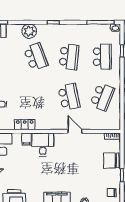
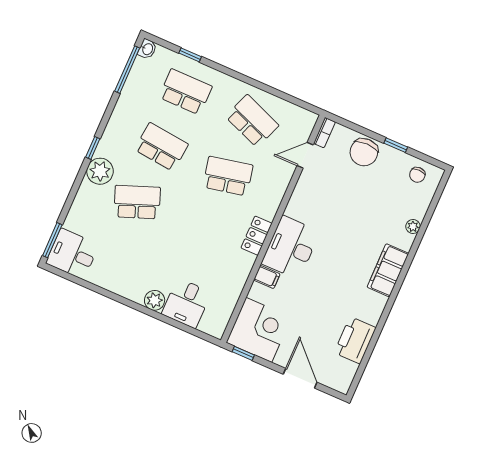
plant: (29, 31) -> (100, 171), moved
locker: (25, 125) -> (257, 236), moved
door: (75, 131) -> (305, 155), moved
desk: (43, 145) -> (291, 248), width x1.37

